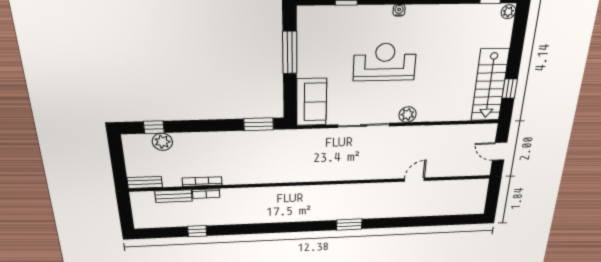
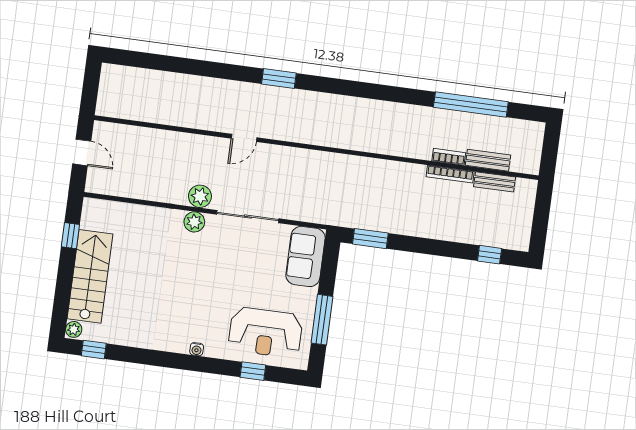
reception desk: (385, 62) -> (265, 332), moved
stairs: (490, 85) -> (90, 276), moved
plant: (162, 142) -> (200, 196), moved
door: (414, 180) -> (244, 138), moved
bench: (145, 182) -> (495, 182), moved
window: (197, 231) -> (471, 104), width x3.17

